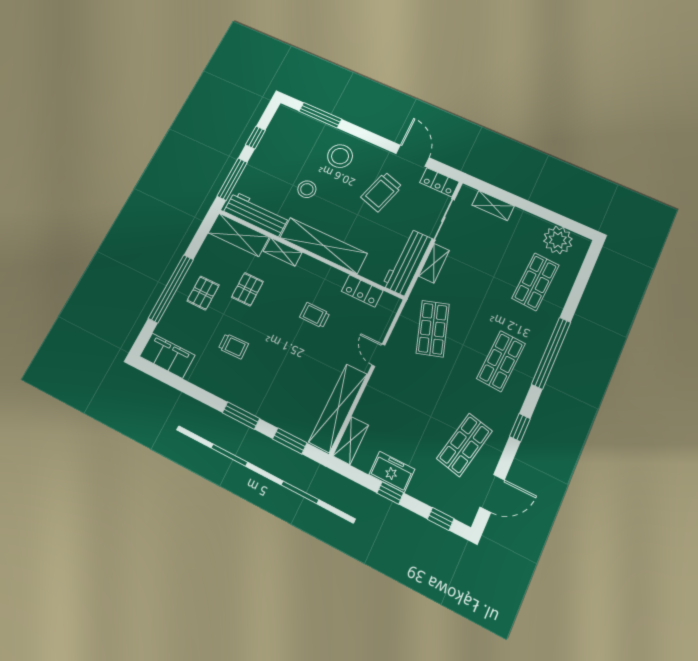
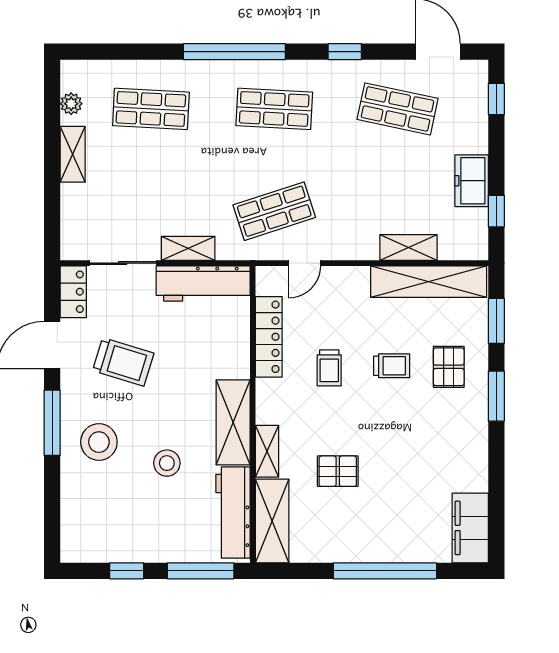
window: (320, 115) -> (52, 423), moved
shelving: (493, 205) -> (73, 154), moved
plant: (558, 240) -> (71, 104), width x0.53, depth x0.53
shelving: (323, 245) -> (233, 422), width x0.68
locker: (362, 291) -> (269, 337), width x1.53
pallet: (203, 293) -> (449, 367), moved, turned 90
trolley: (233, 346) -> (392, 366), moved, turned 92
door: (378, 355) -> (305, 263), moved
shelving: (351, 441) -> (408, 248), moved
window: (390, 493) -> (496, 211), moved

